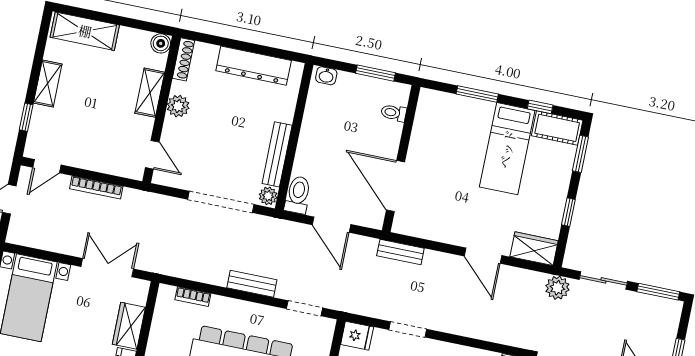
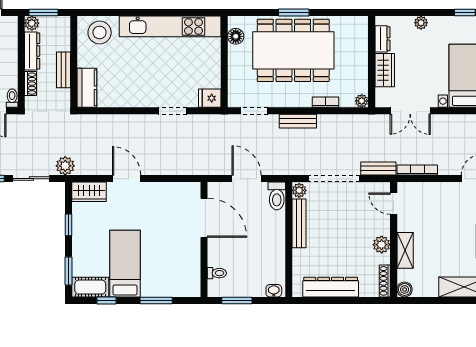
bookcase: (96, 188) -> (417, 170), moved
bench: (400, 252) -> (378, 168), moved
plant: (166, 293) -> (362, 101), added
bookcase: (193, 297) -> (325, 102), moved

